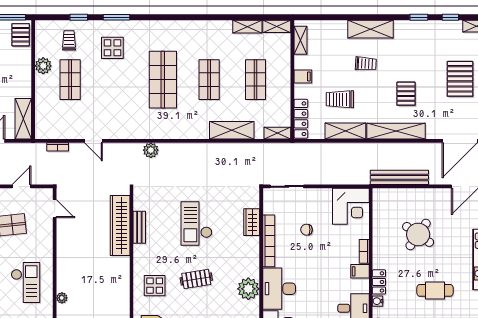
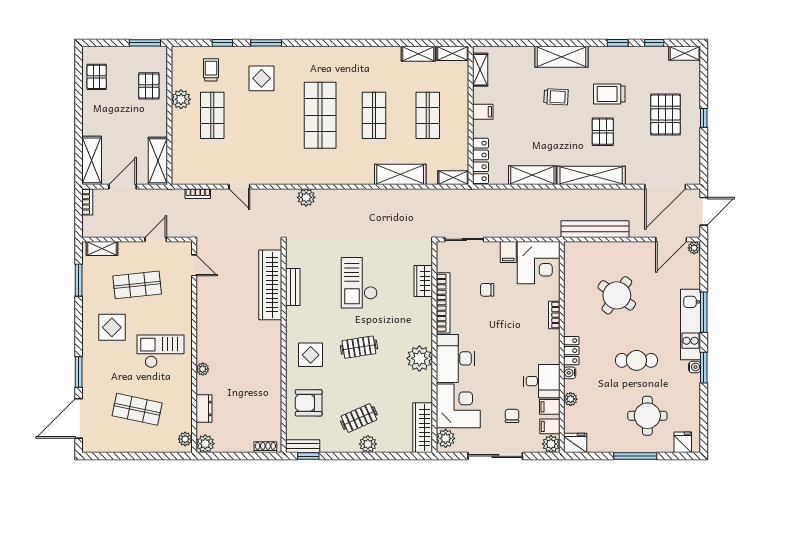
pallet: (21, 35) -> (149, 86), moved
trolley: (340, 99) -> (609, 94), moved
filing cabinet: (360, 271) -> (508, 252), moved, turned -90
checkout: (26, 283) -> (160, 351), turned -90

